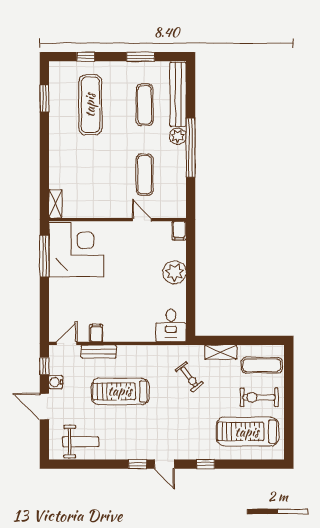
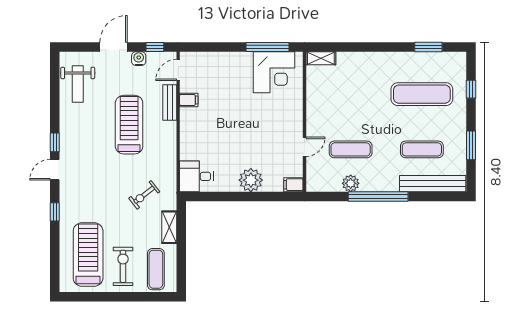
plant: (178, 136) -> (351, 183), moved
corner desk: (76, 250) -> (274, 72), width x0.74, depth x0.74
door: (67, 343) -> (178, 70), swing flipped

